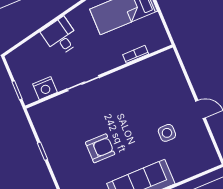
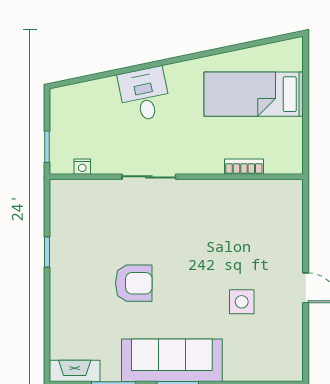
nightstand: (45, 88) -> (82, 167), width x0.53, depth x0.56

